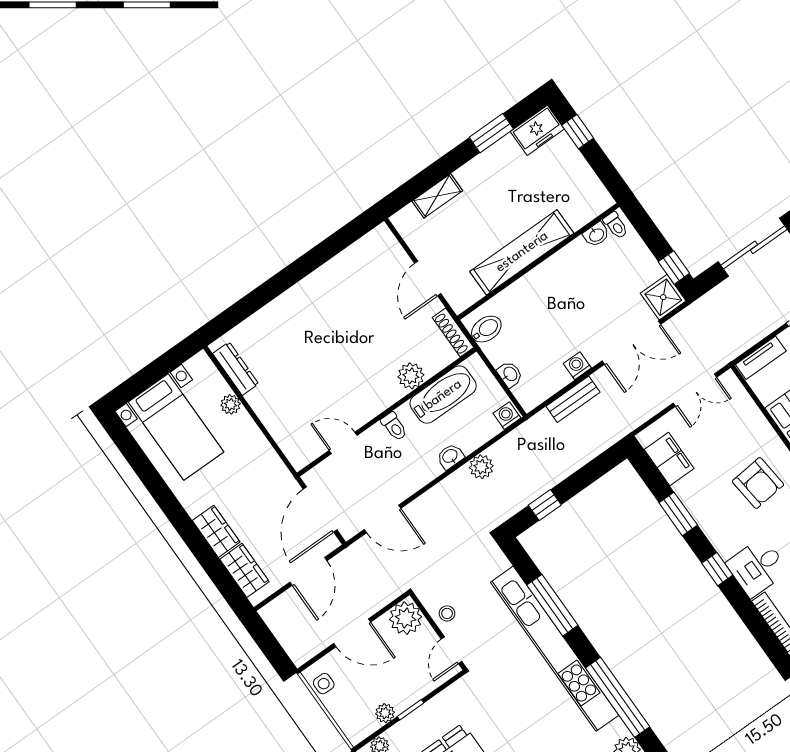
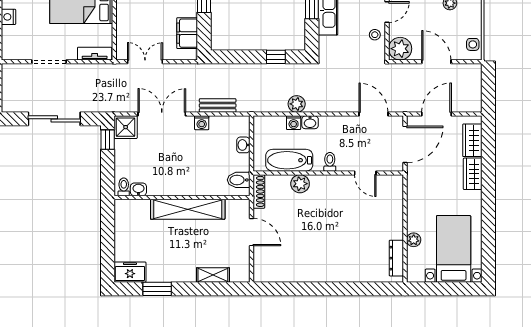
window: (578, 132) -> (108, 255), removed
door: (428, 278) -> (251, 232), hinge flipped
washing machine: (507, 416) -> (294, 123), moved

